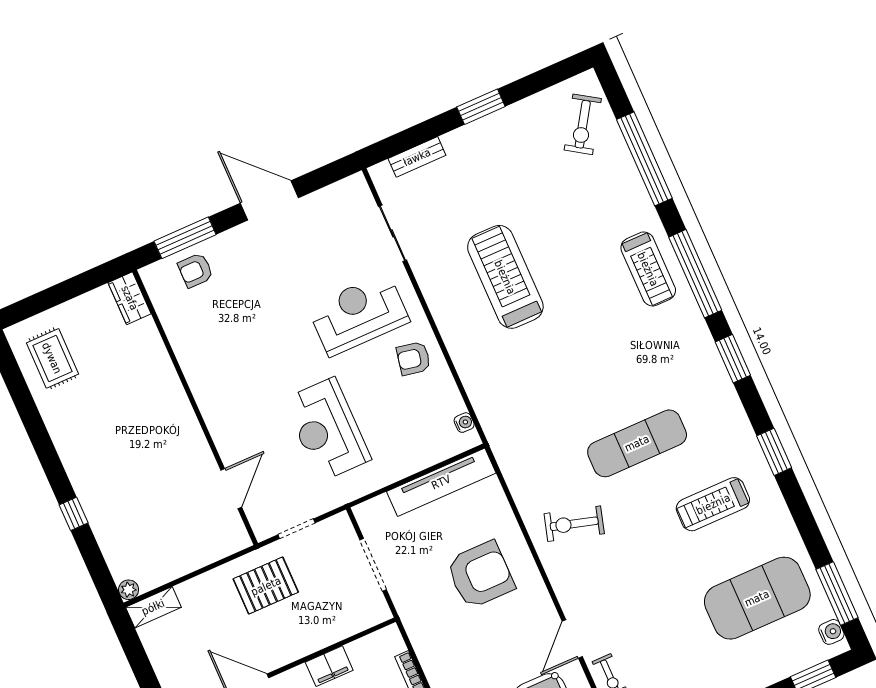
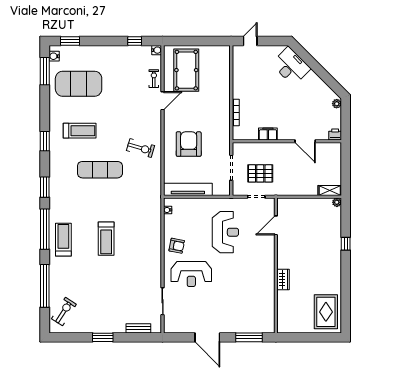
armchair: (195, 270) -> (251, 322), removed
treadmill: (505, 277) -> (106, 239), moved, width x0.73, depth x0.73
wardrobe: (130, 298) -> (283, 279), moved
rug: (52, 358) -> (326, 312), width x1.36, depth x1.43
armchair: (480, 575) -> (189, 144), turned 90
pallet: (266, 586) -> (260, 173), moved

